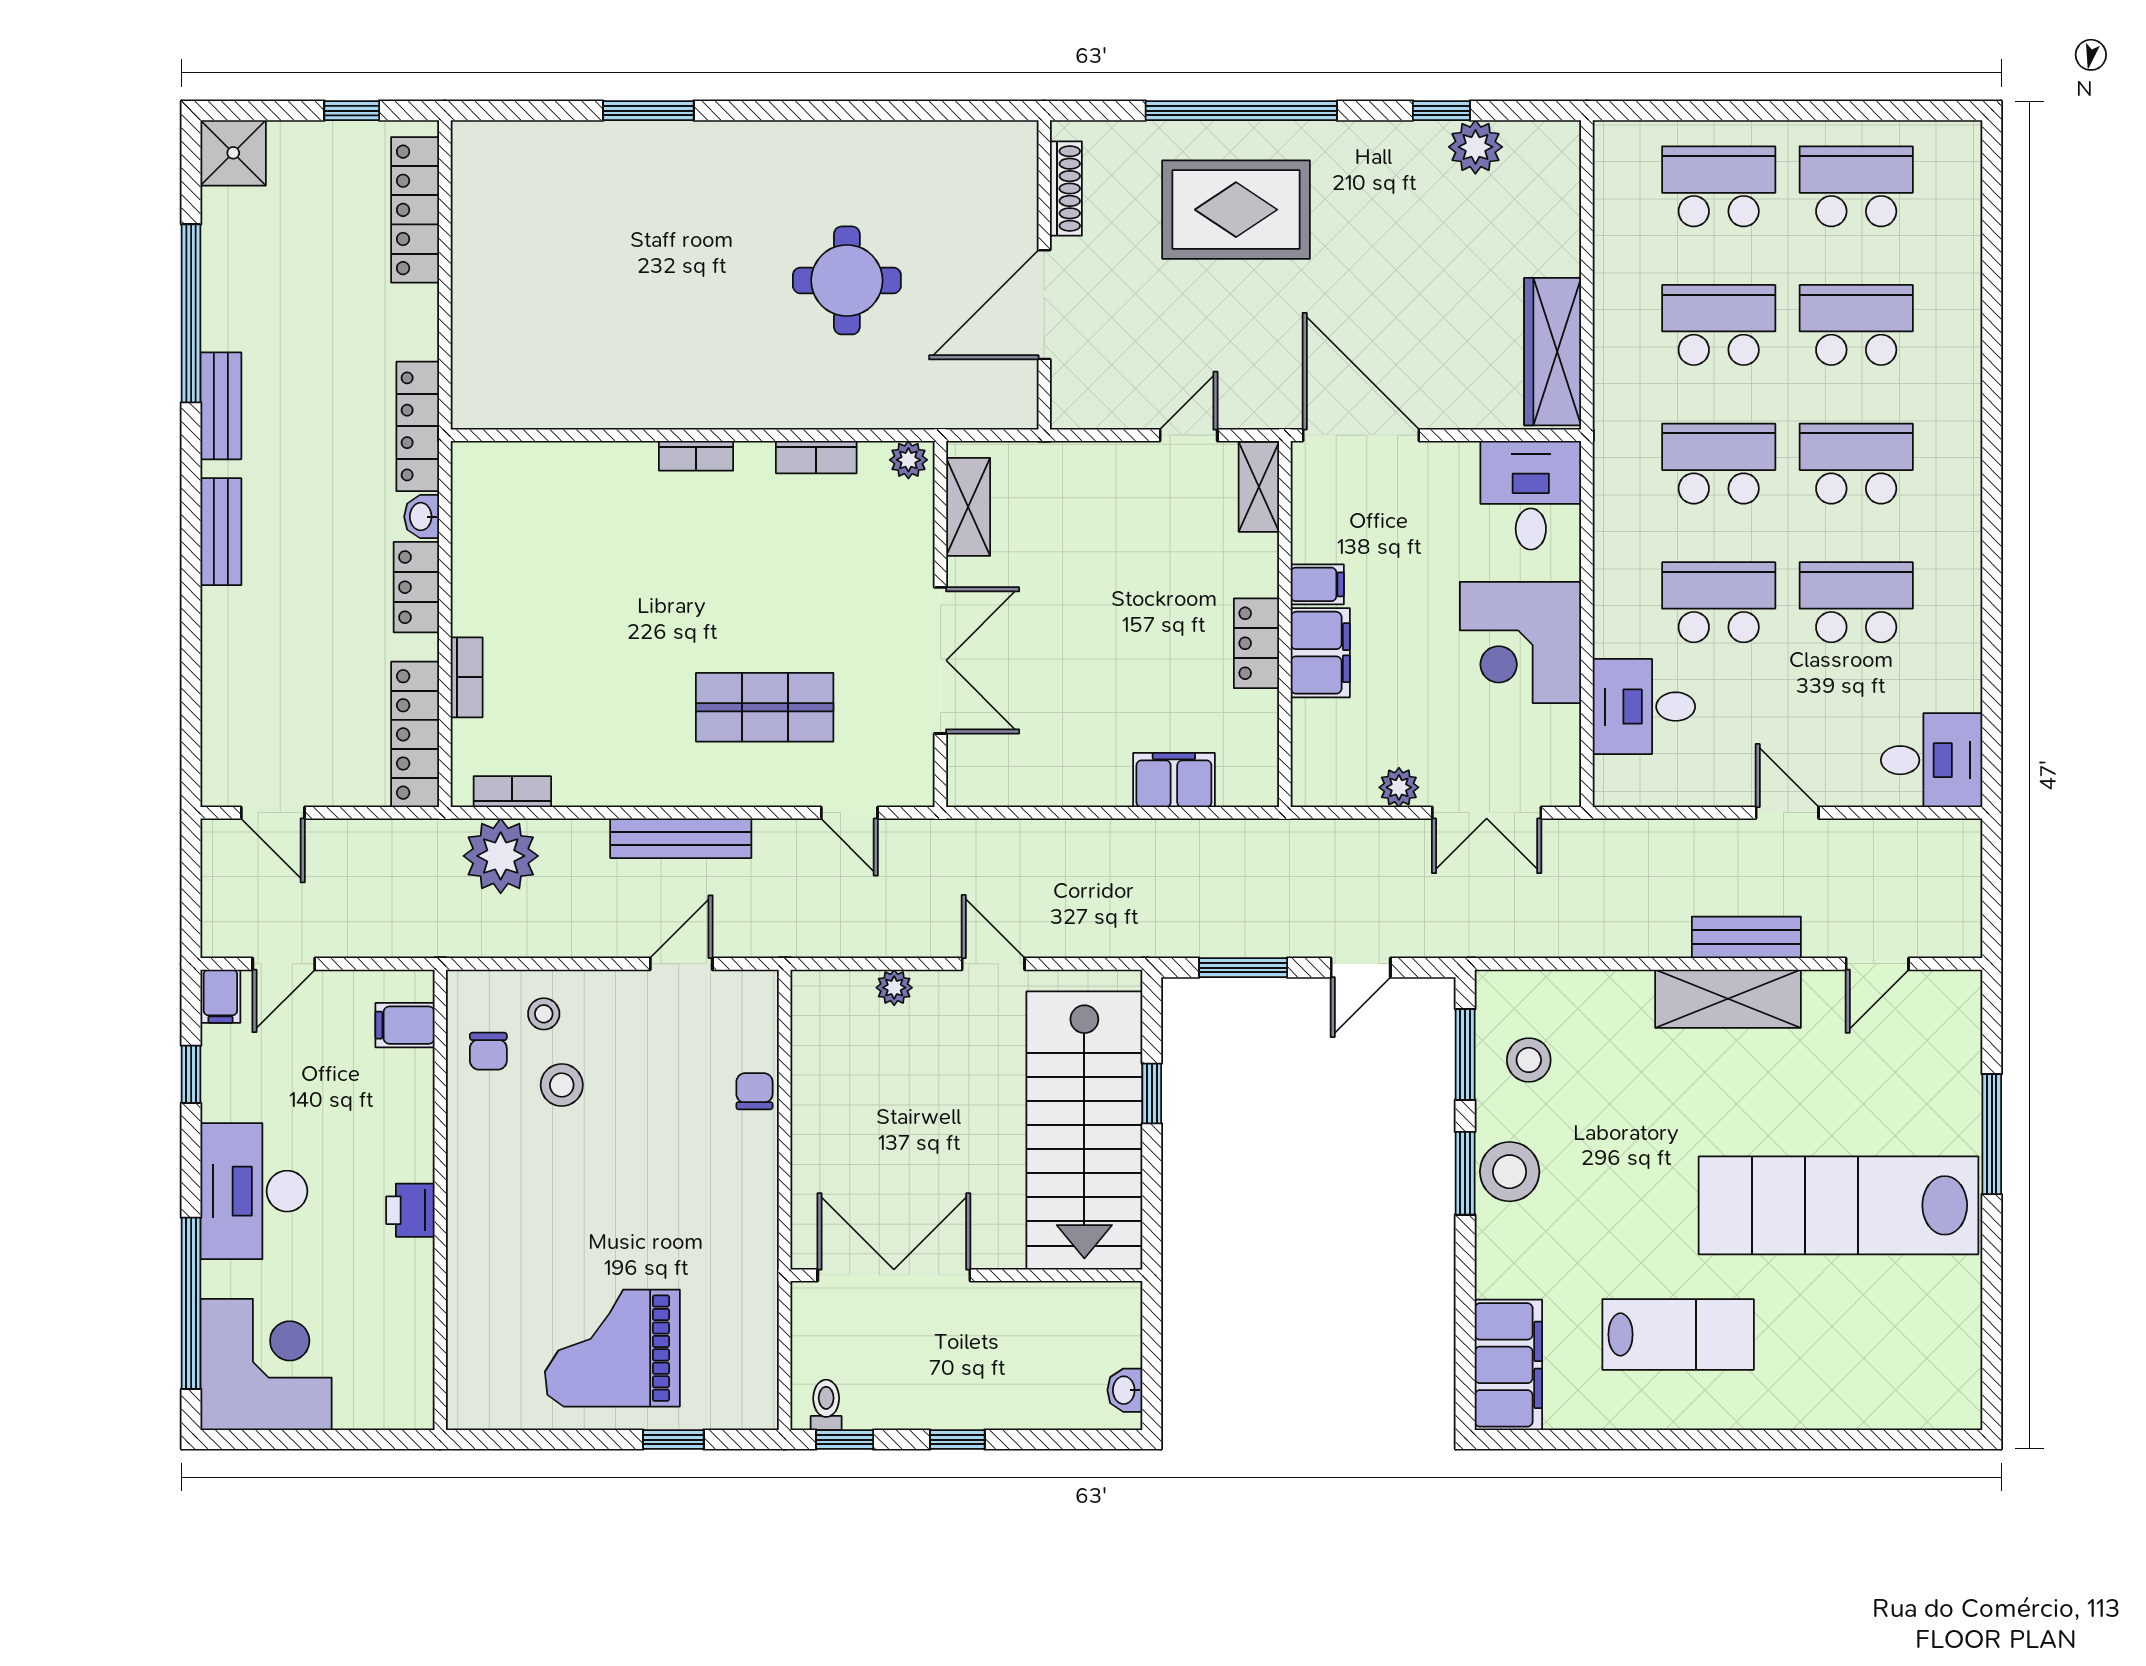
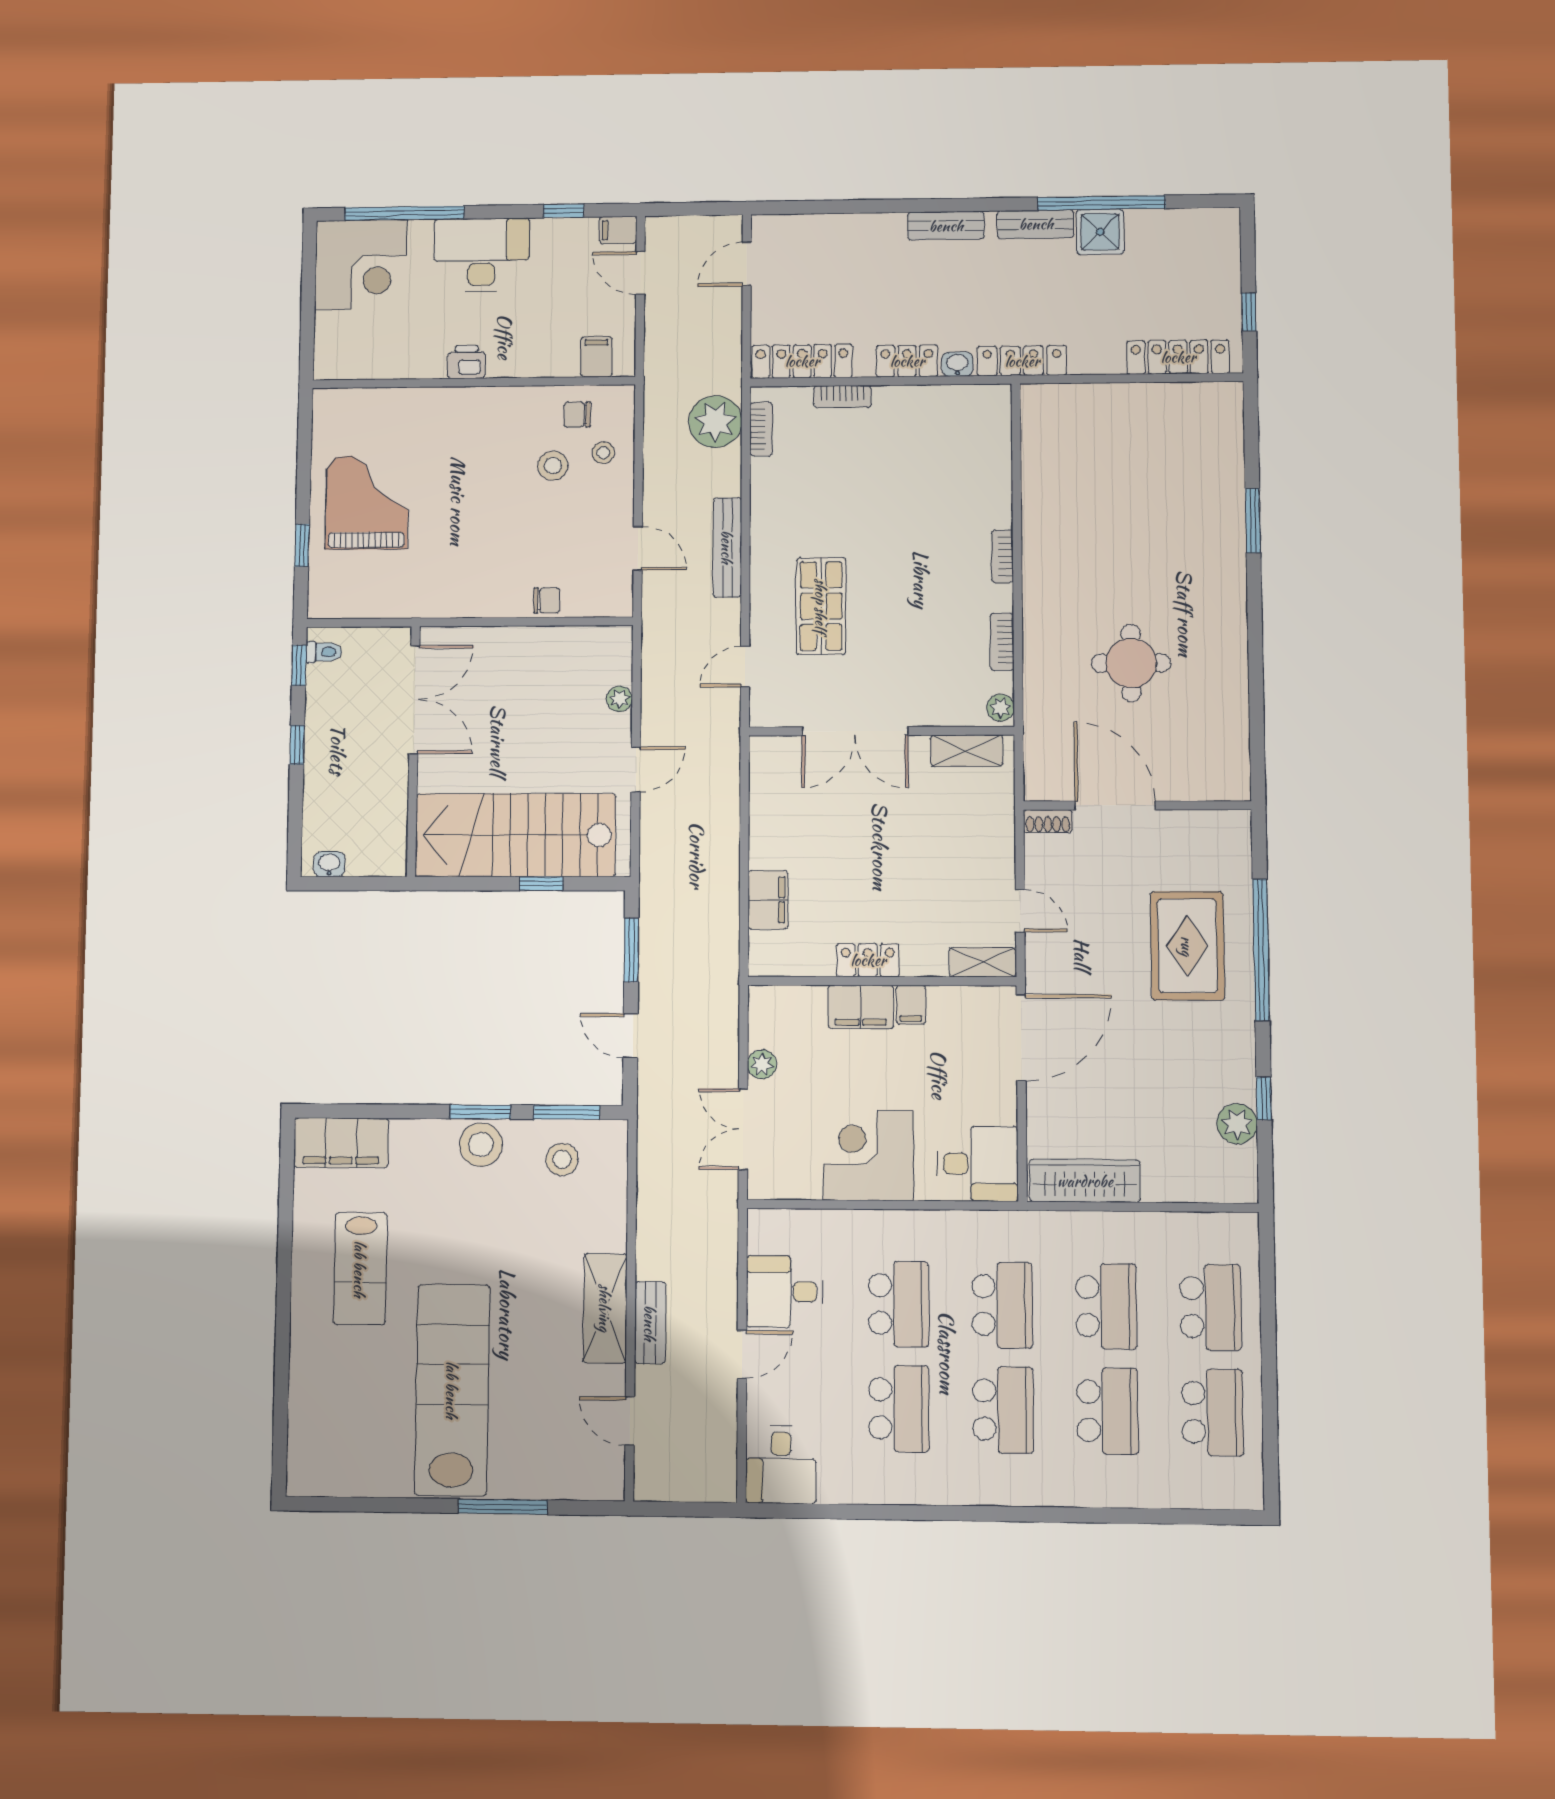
shower: (233, 153) -> (1100, 232), moved
shoe rack: (1066, 189) -> (1048, 821), moved, width x0.70
desk: (1644, 707) -> (784, 1292), moved, turned -90

